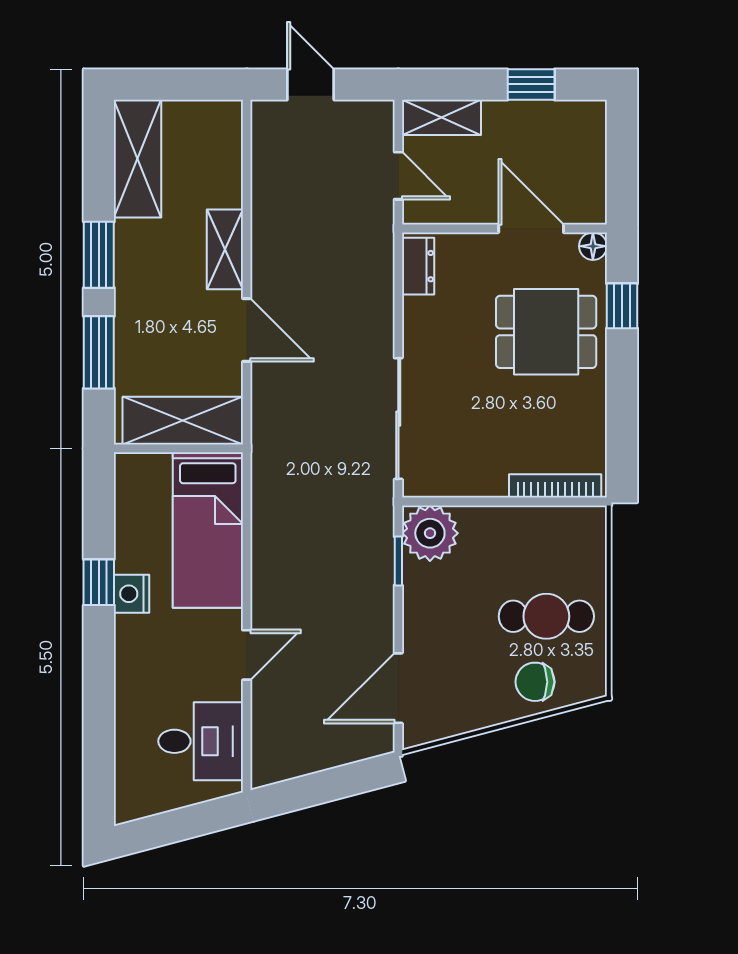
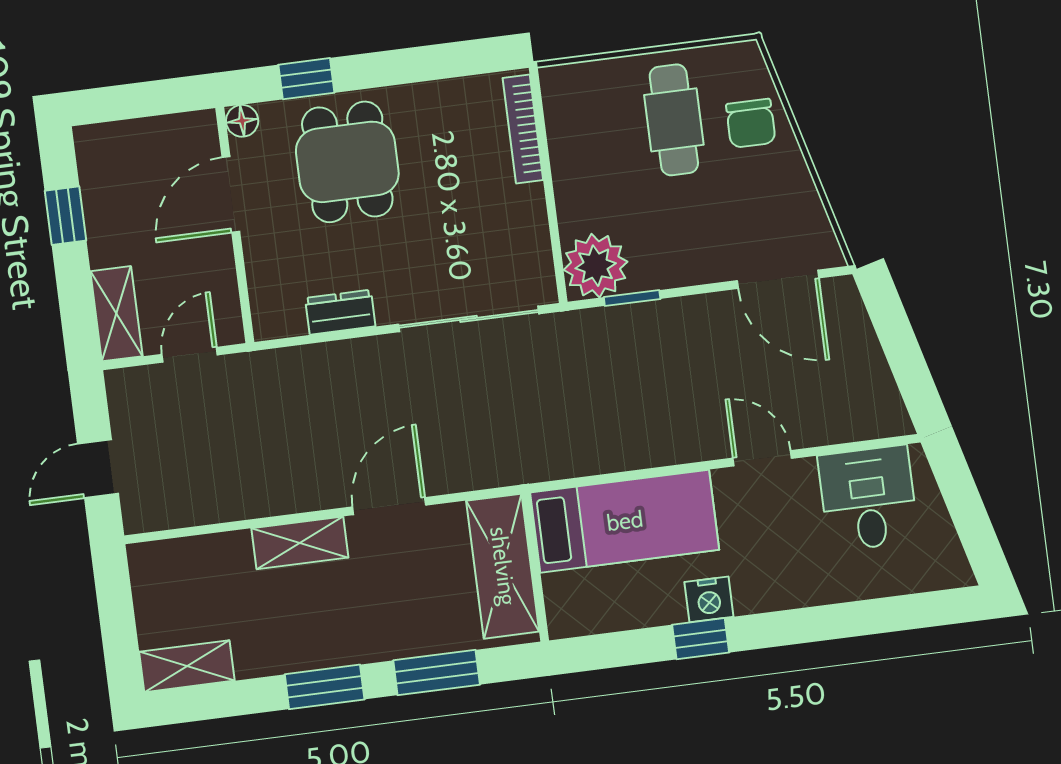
shelving: (138, 159) -> (187, 666), width x0.67, depth x0.75
dresser: (418, 266) -> (340, 312), moved

